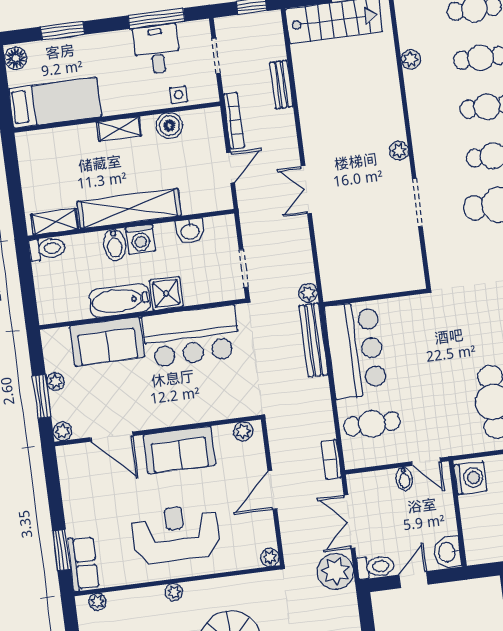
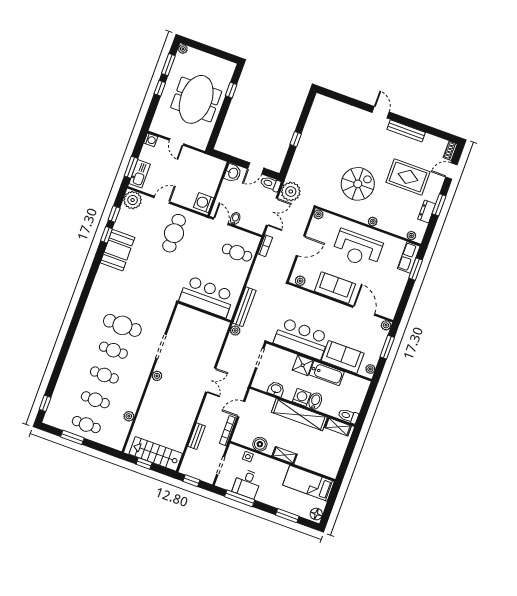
bar counter: (356, 350) -> (207, 297), moved, turned 90
plant: (55, 382) -> (370, 369), moved

